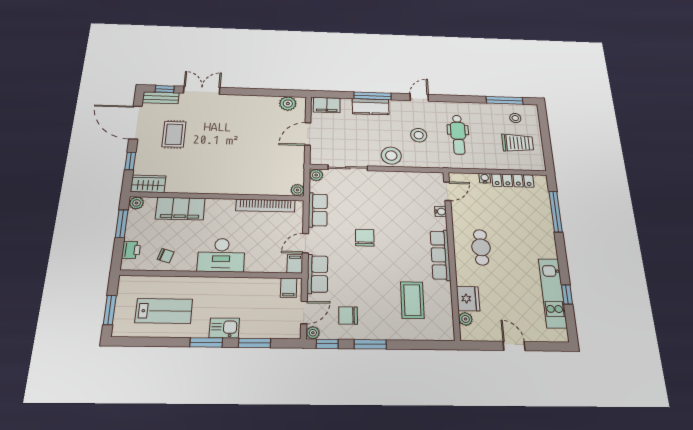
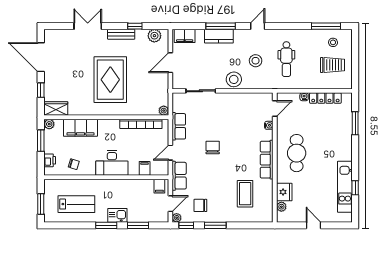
window: (165, 89) -> (135, 26), moved
bench: (161, 98) -> (121, 34), moved
rug: (174, 134) -> (110, 80), moved, width x1.86, depth x2.06
plant: (316, 175) -> (177, 98), removed
window: (556, 212) -> (355, 123), width x0.69
cafe table: (481, 247) -> (297, 153), width x1.37, depth x1.35
filing cabinet: (295, 264) -> (145, 168), moved

